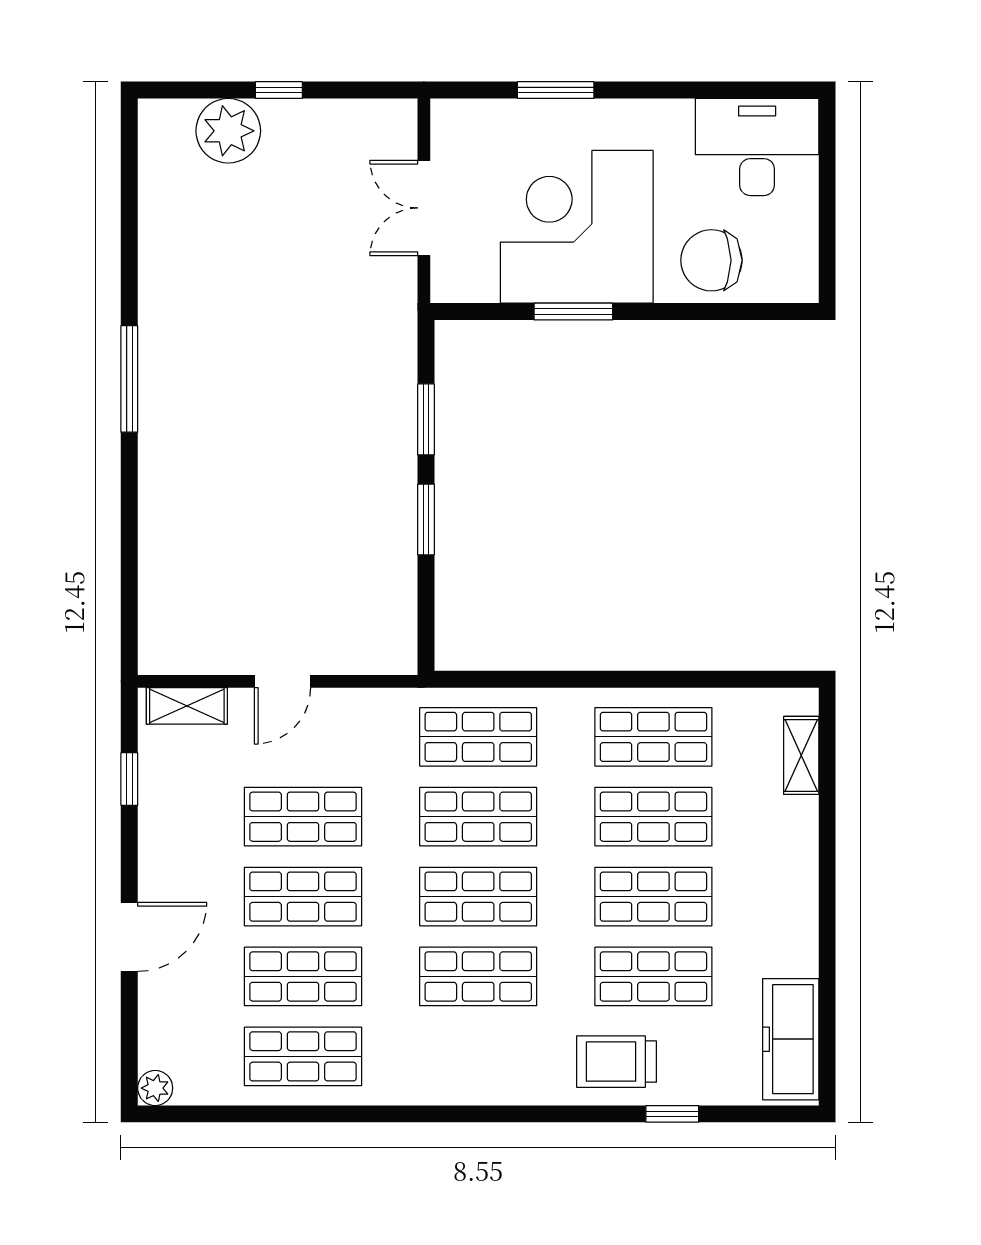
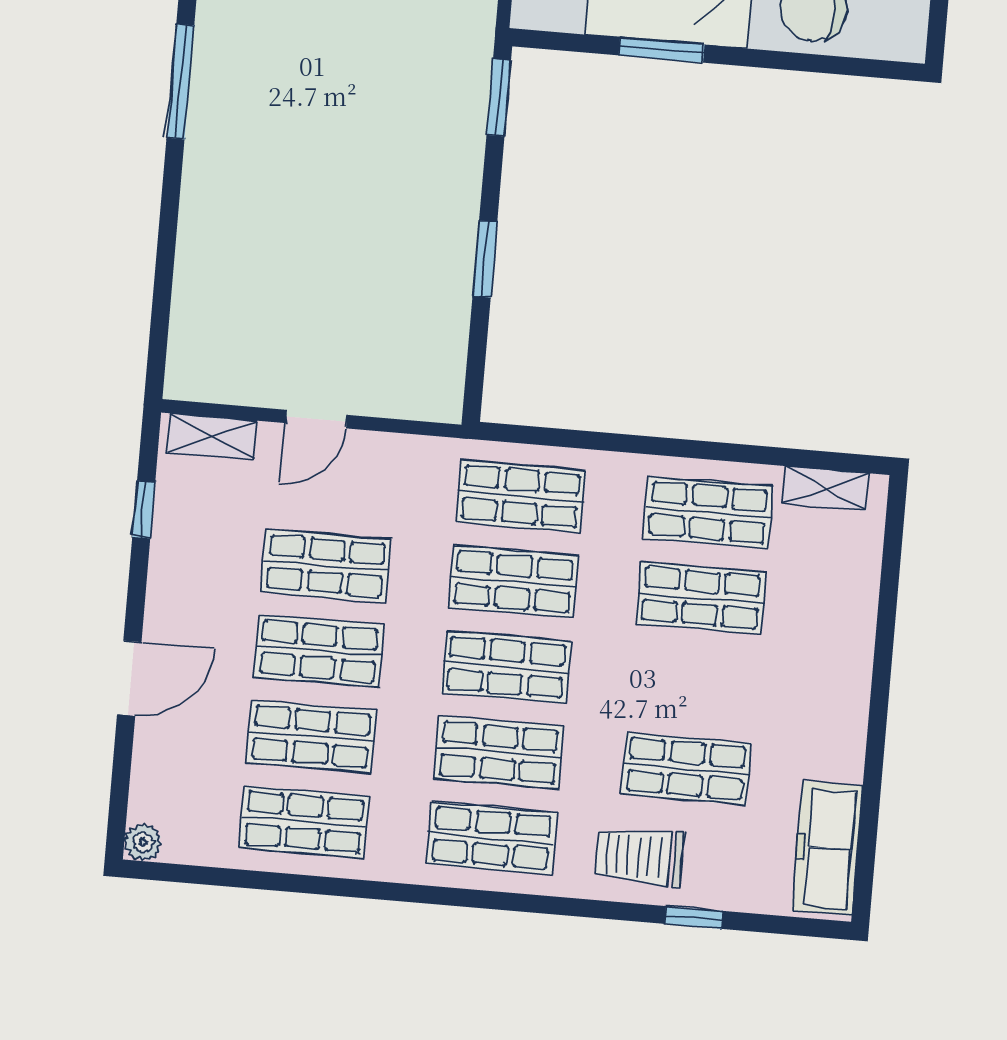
window: (426, 419) -> (499, 98), moved
shelving: (801, 755) -> (826, 488), moved, turned 90
shop shelf: (653, 897) -> (492, 838), moved

